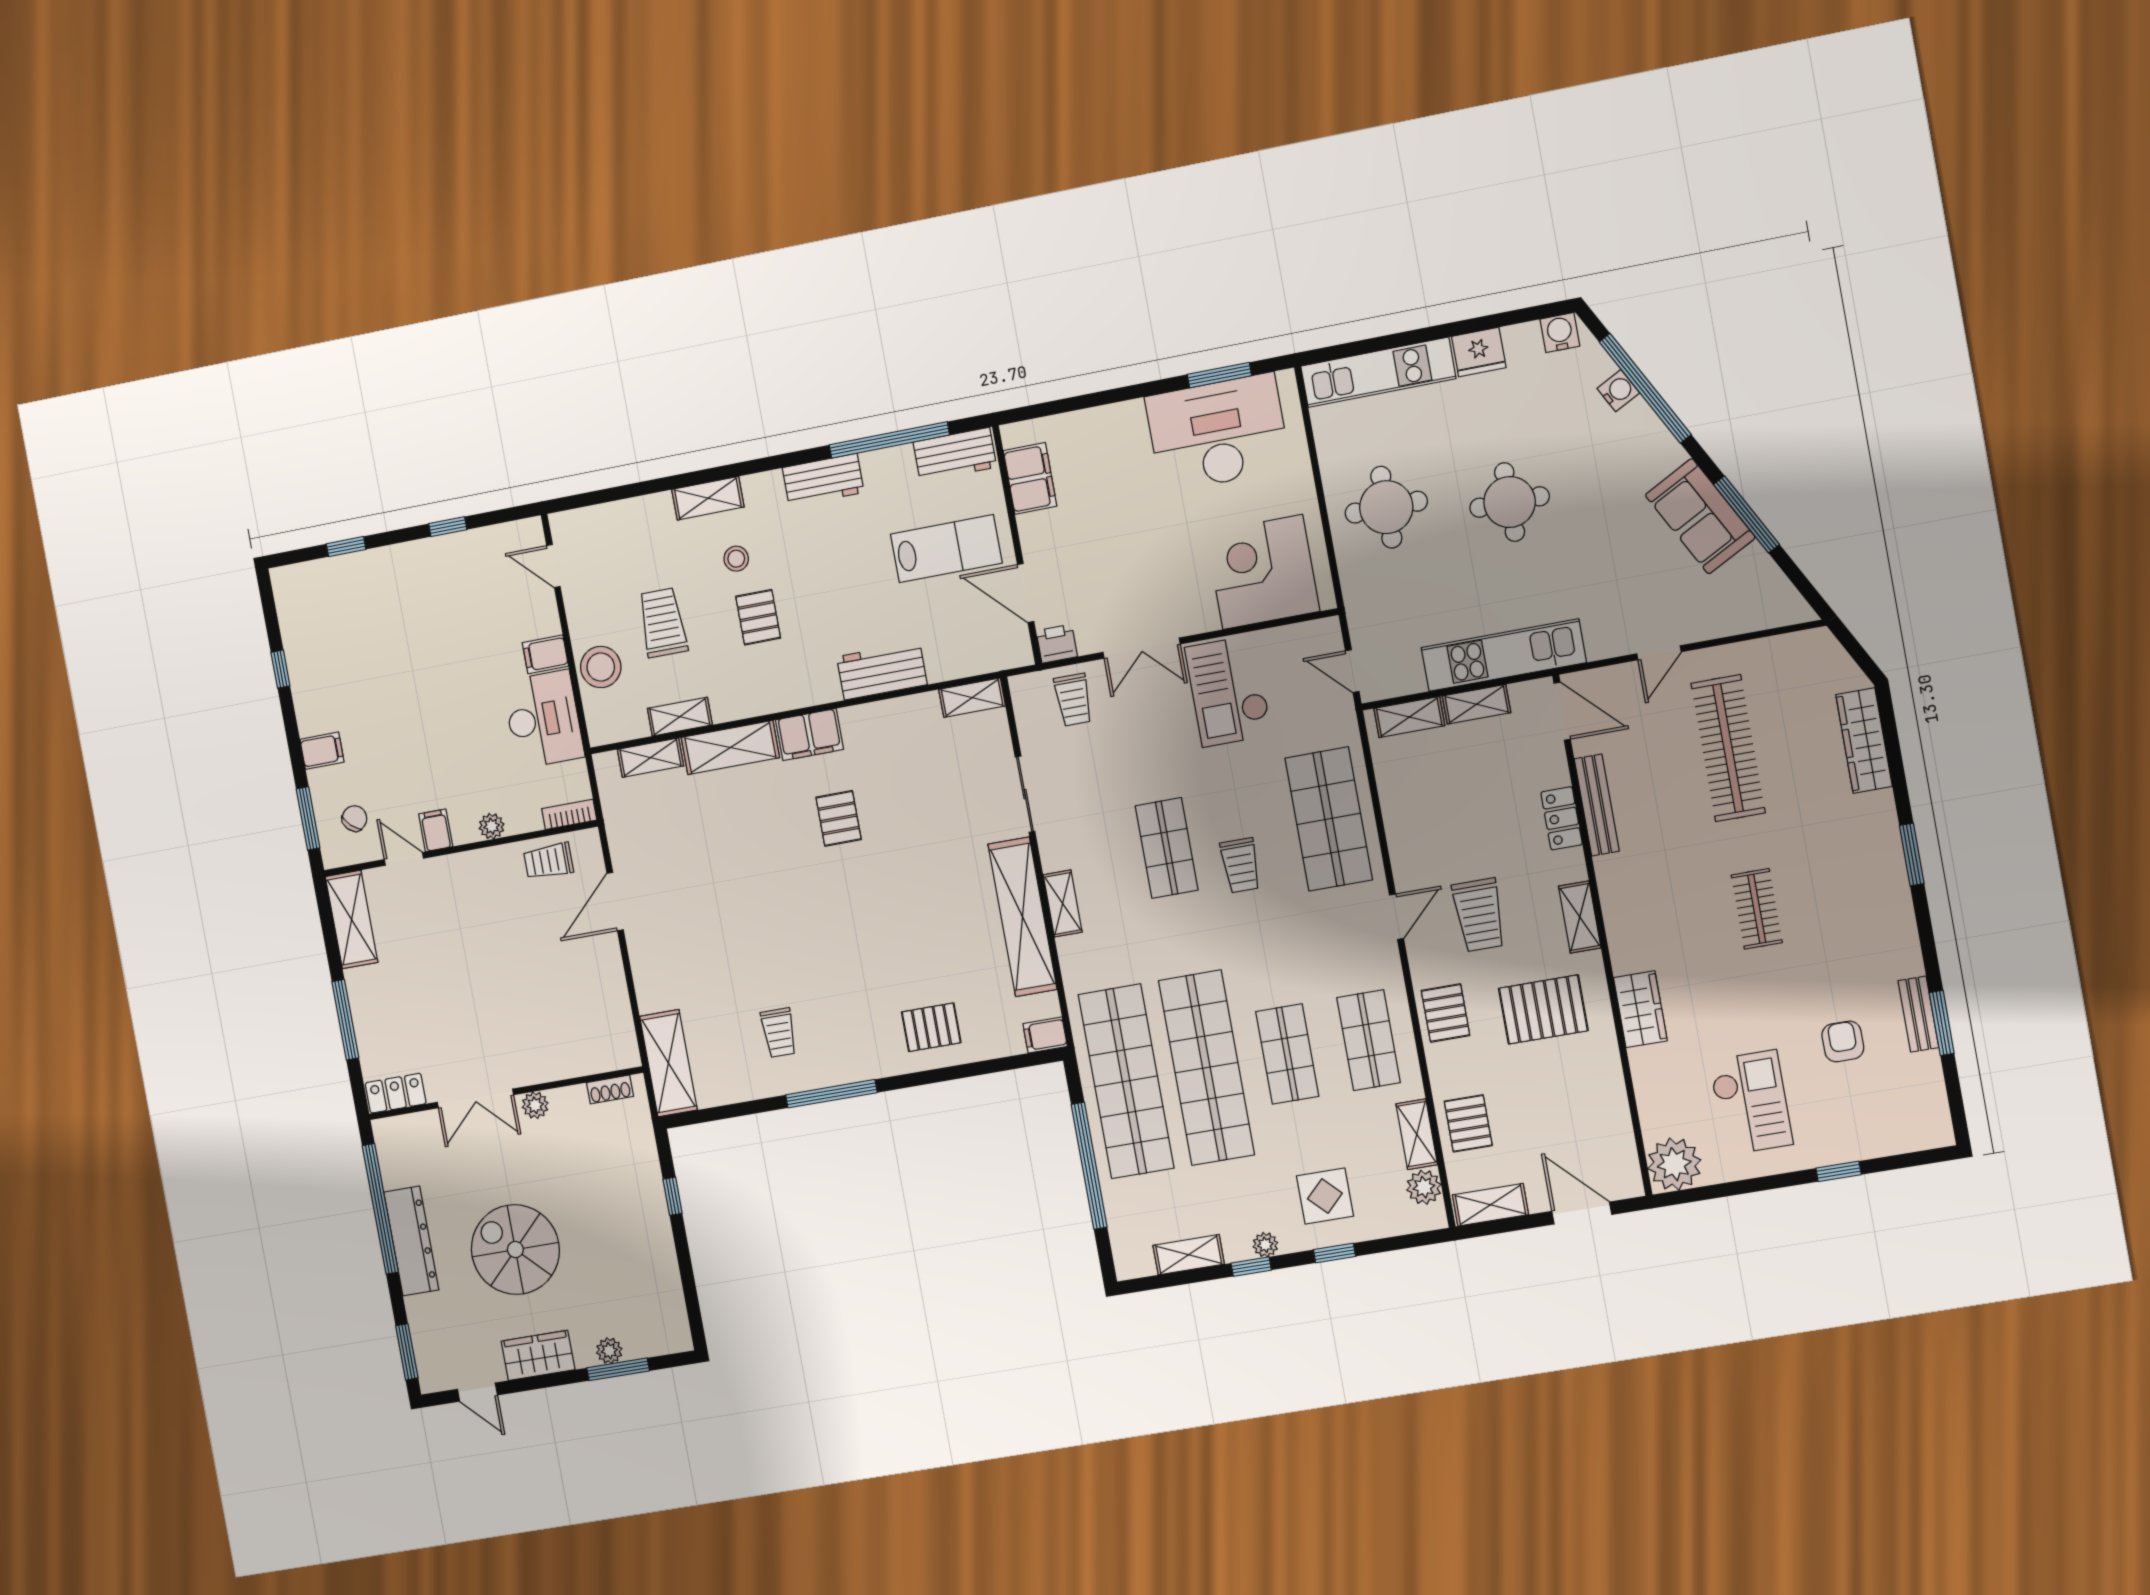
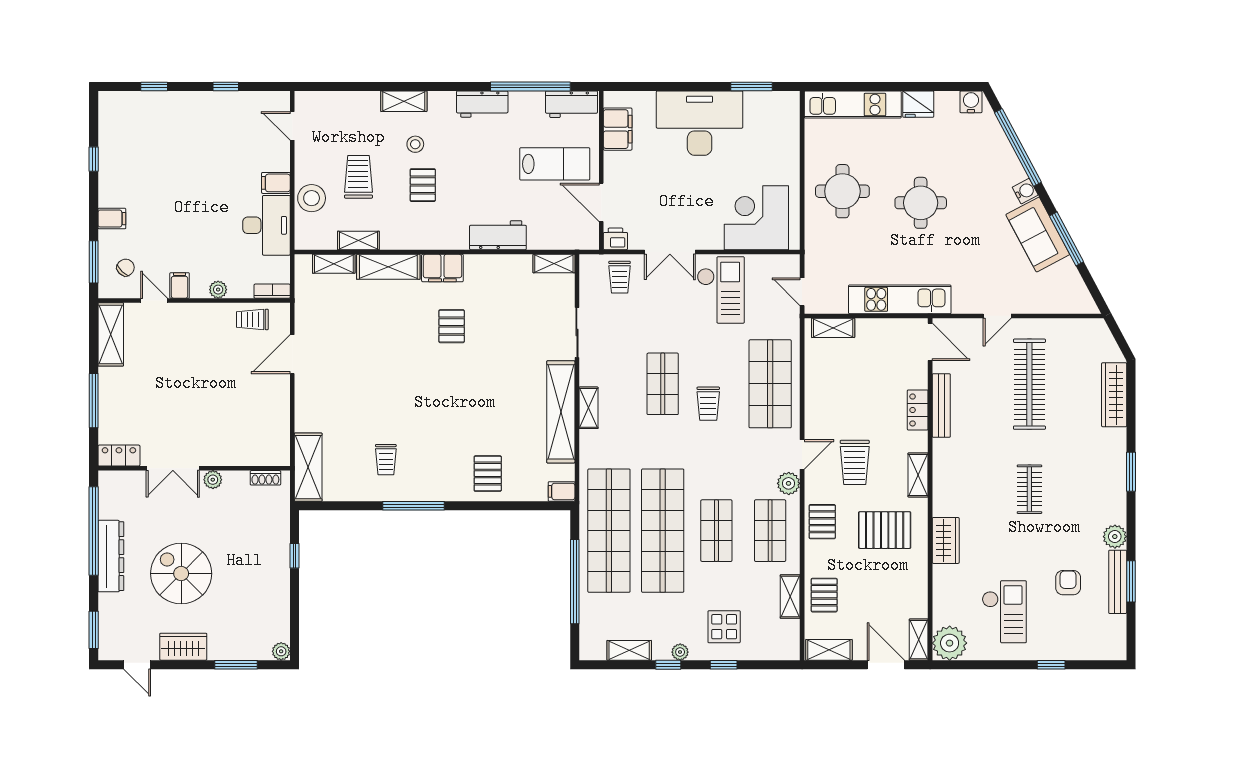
water cooler: (1618, 391) -> (1025, 191), moved
desk: (1218, 433) -> (700, 123), moved
checkout: (1228, 691) -> (721, 290), turned 180
shelving: (1476, 704) -> (919, 640), moved, turned 90
plant: (1904, 958) -> (1115, 537), added
bench: (1918, 1014) -> (1118, 582), width x1.36
pallet: (931, 1027) -> (488, 474), turned 90
plant: (1424, 1187) -> (789, 483), moved
plant: (609, 1351) -> (281, 651), moved

